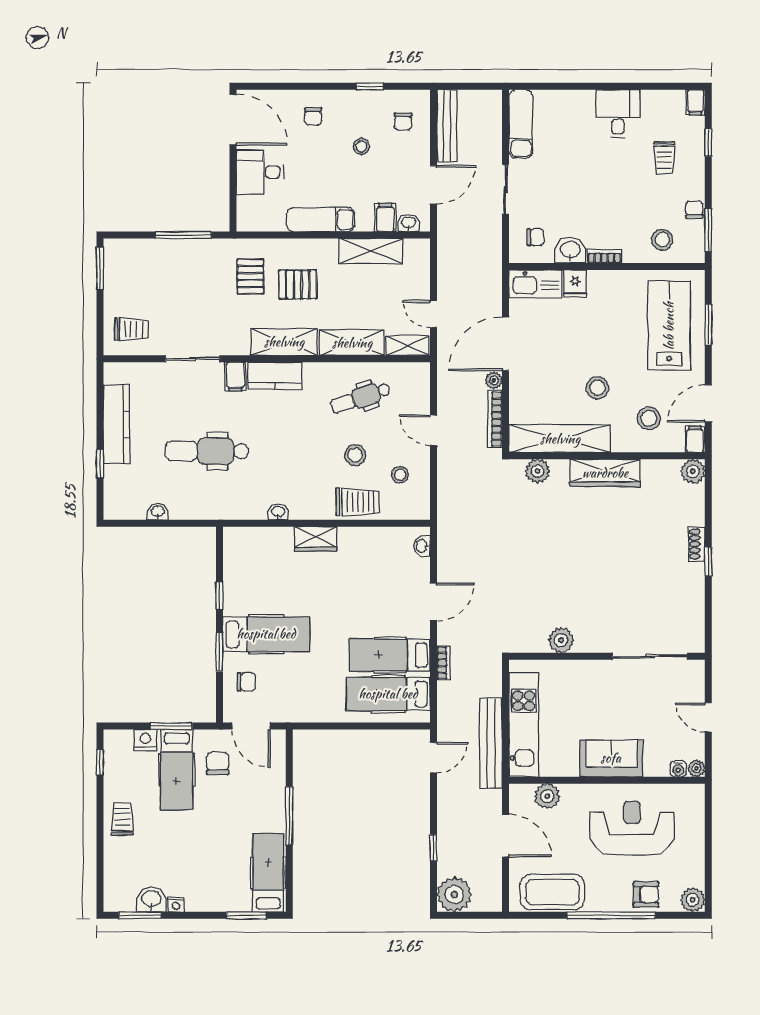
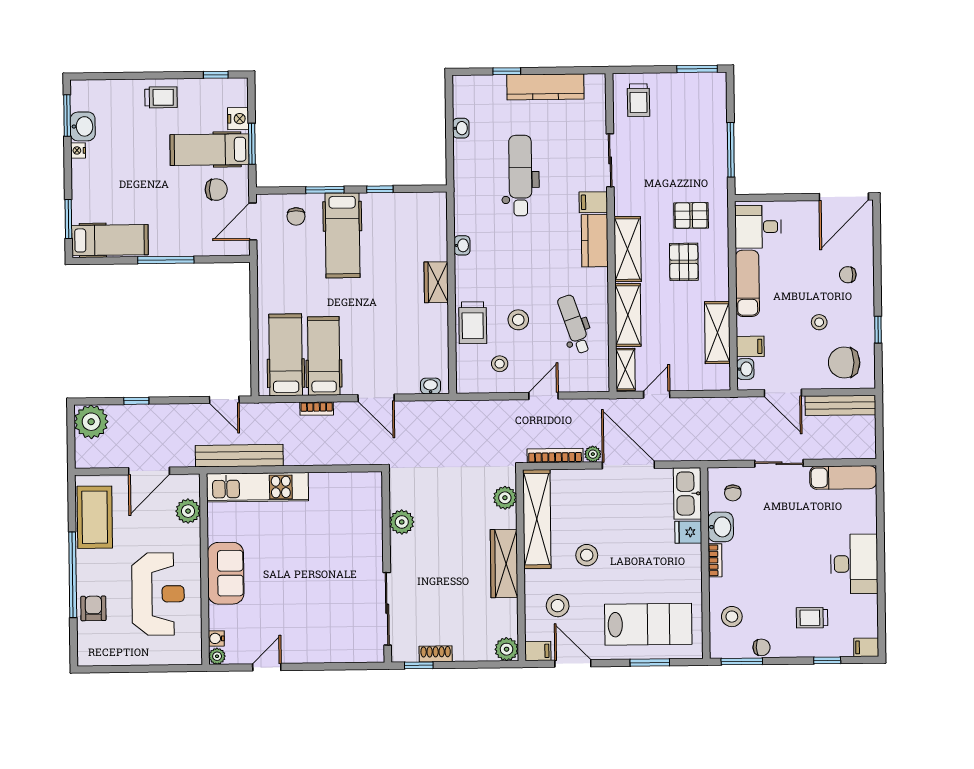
desk: (618, 114) -> (854, 564), width x1.37
chair: (403, 121) -> (844, 363), width x1.87, depth x1.87
desk: (260, 172) -> (758, 227), moved, turned -90
plant: (561, 640) -> (402, 522), moved
wall: (607, 656) -> (387, 567), moved
sliding door: (650, 656) -> (387, 609), moved
armchair: (646, 894) -> (93, 608), turned 180
plant: (693, 900) -> (89, 654), removed

